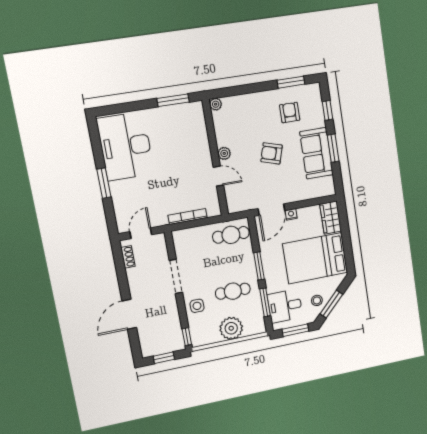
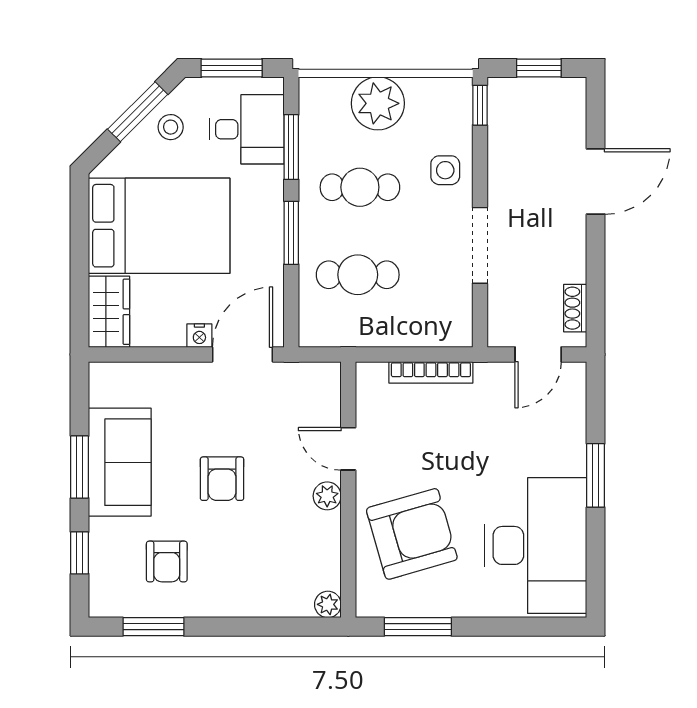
armchair: (183, 142) -> (412, 534), added
armchair: (272, 153) -> (222, 479), turned 73
cafe table: (231, 235) -> (358, 275), moved

